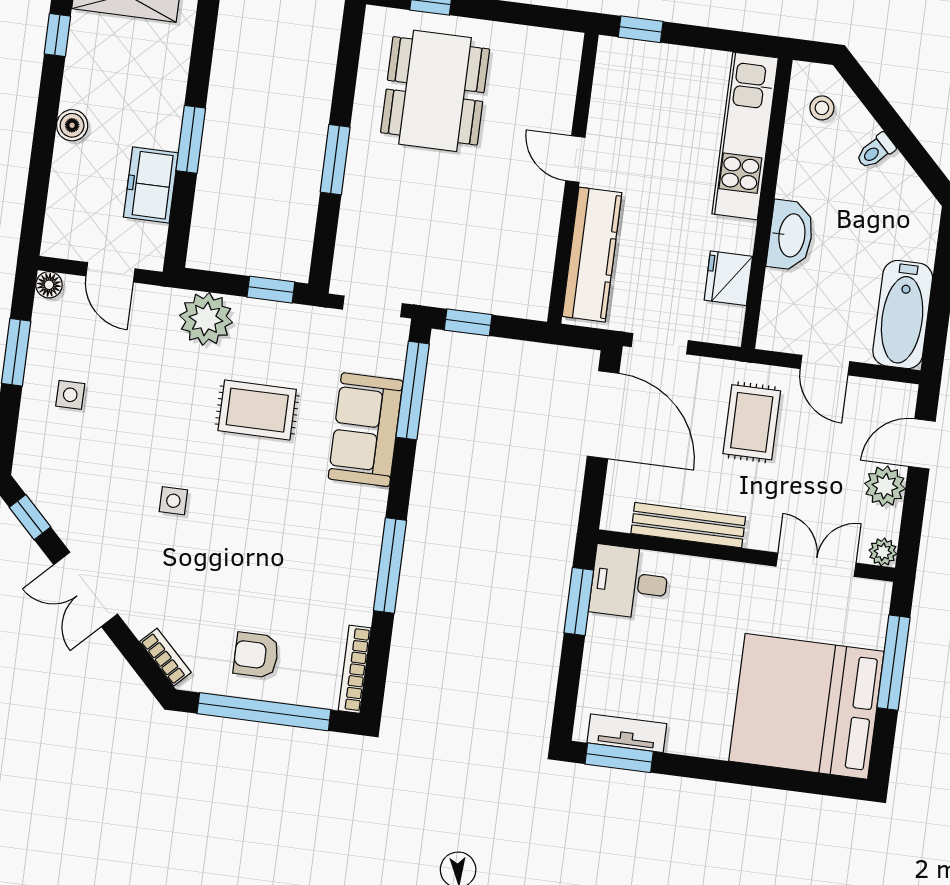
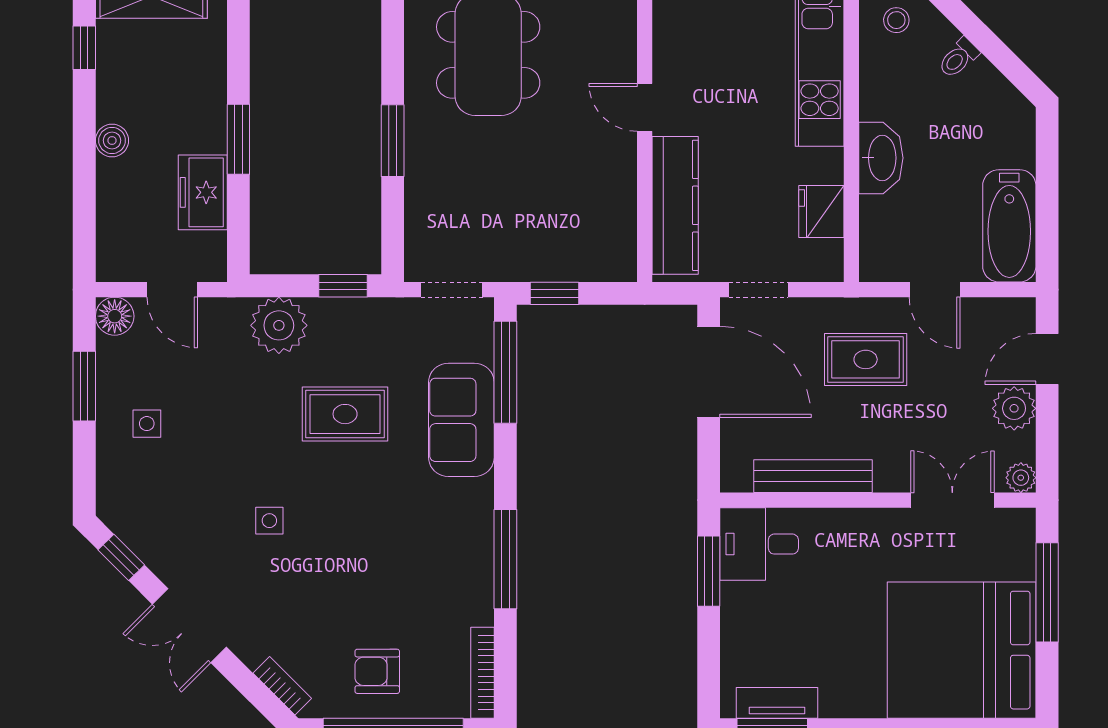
floor lamp: (49, 285) -> (115, 316), width x1.37, depth x1.37
rug: (752, 422) -> (866, 359), turned 90

